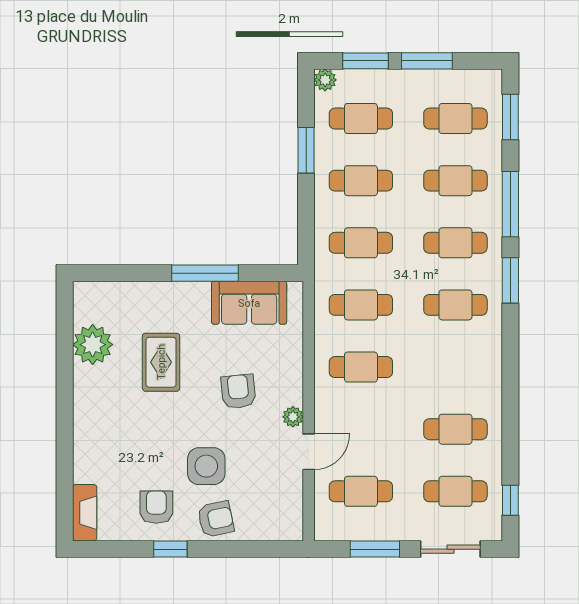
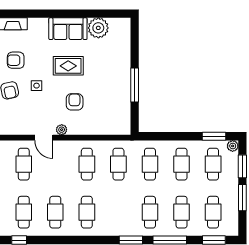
window: (306, 150) -> (214, 136), moved
sofa: (249, 303) -> (68, 29), moved, turned -90
cafe table: (455, 305) -> (87, 212), moved
rug: (161, 362) -> (68, 66), moved
armchair: (238, 391) -> (75, 102), turned -84
side table: (206, 466) -> (37, 86), width x0.54, depth x0.54
armchair: (156, 507) -> (16, 60), turned 180

